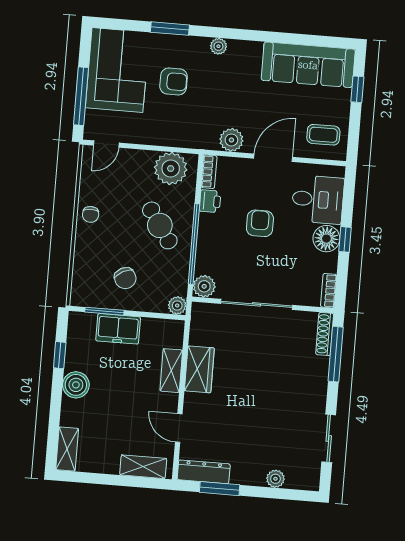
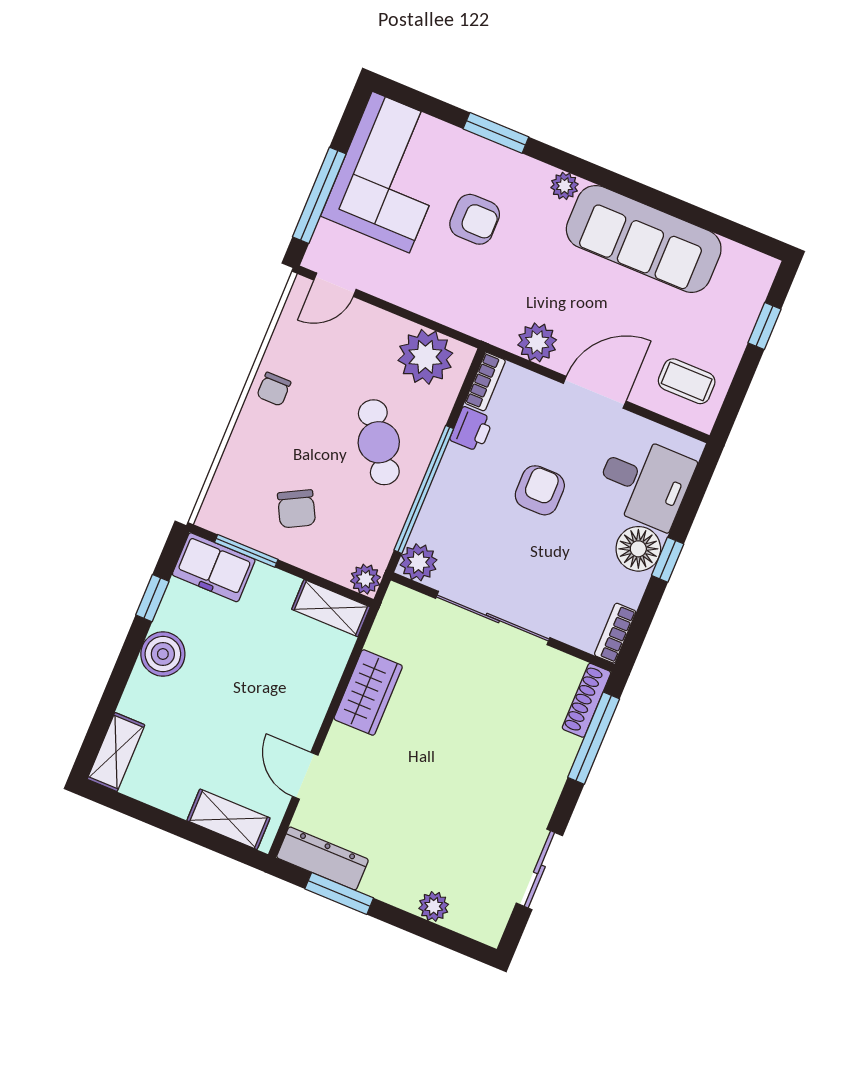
sofa: (308, 65) -> (644, 239), moved
freezer: (118, 329) -> (214, 567), moved
shelving: (171, 371) -> (331, 608), moved, turned 90

